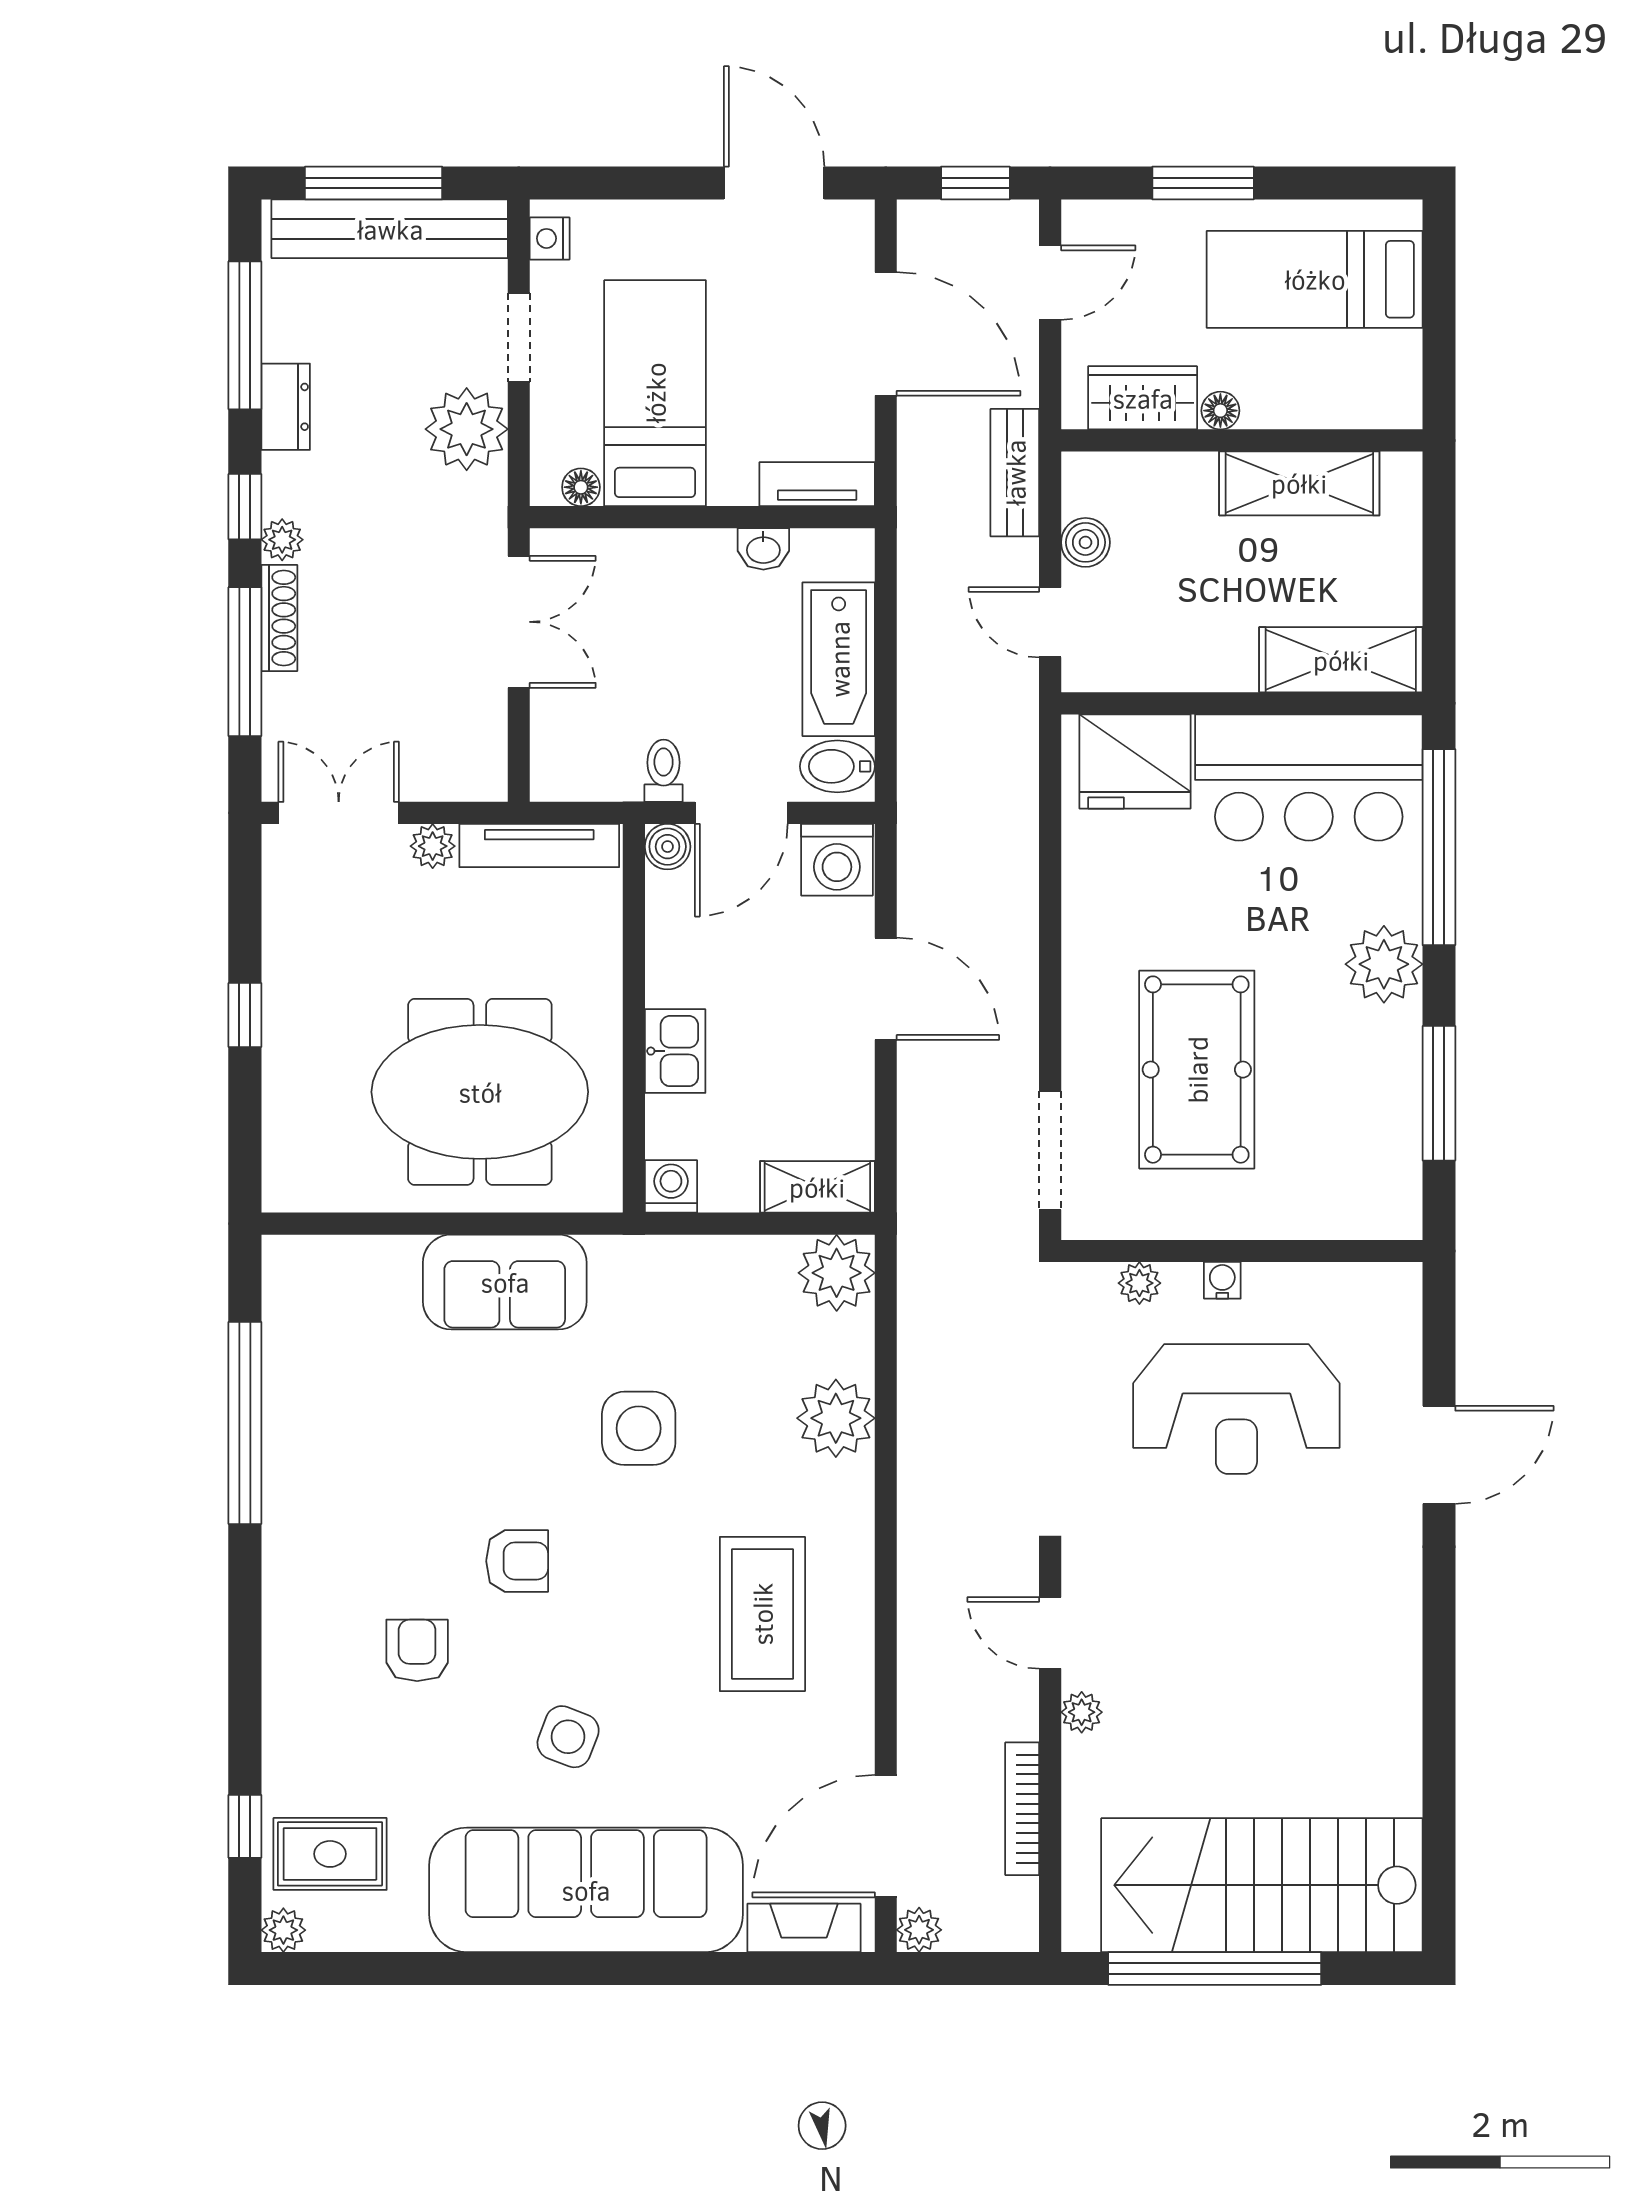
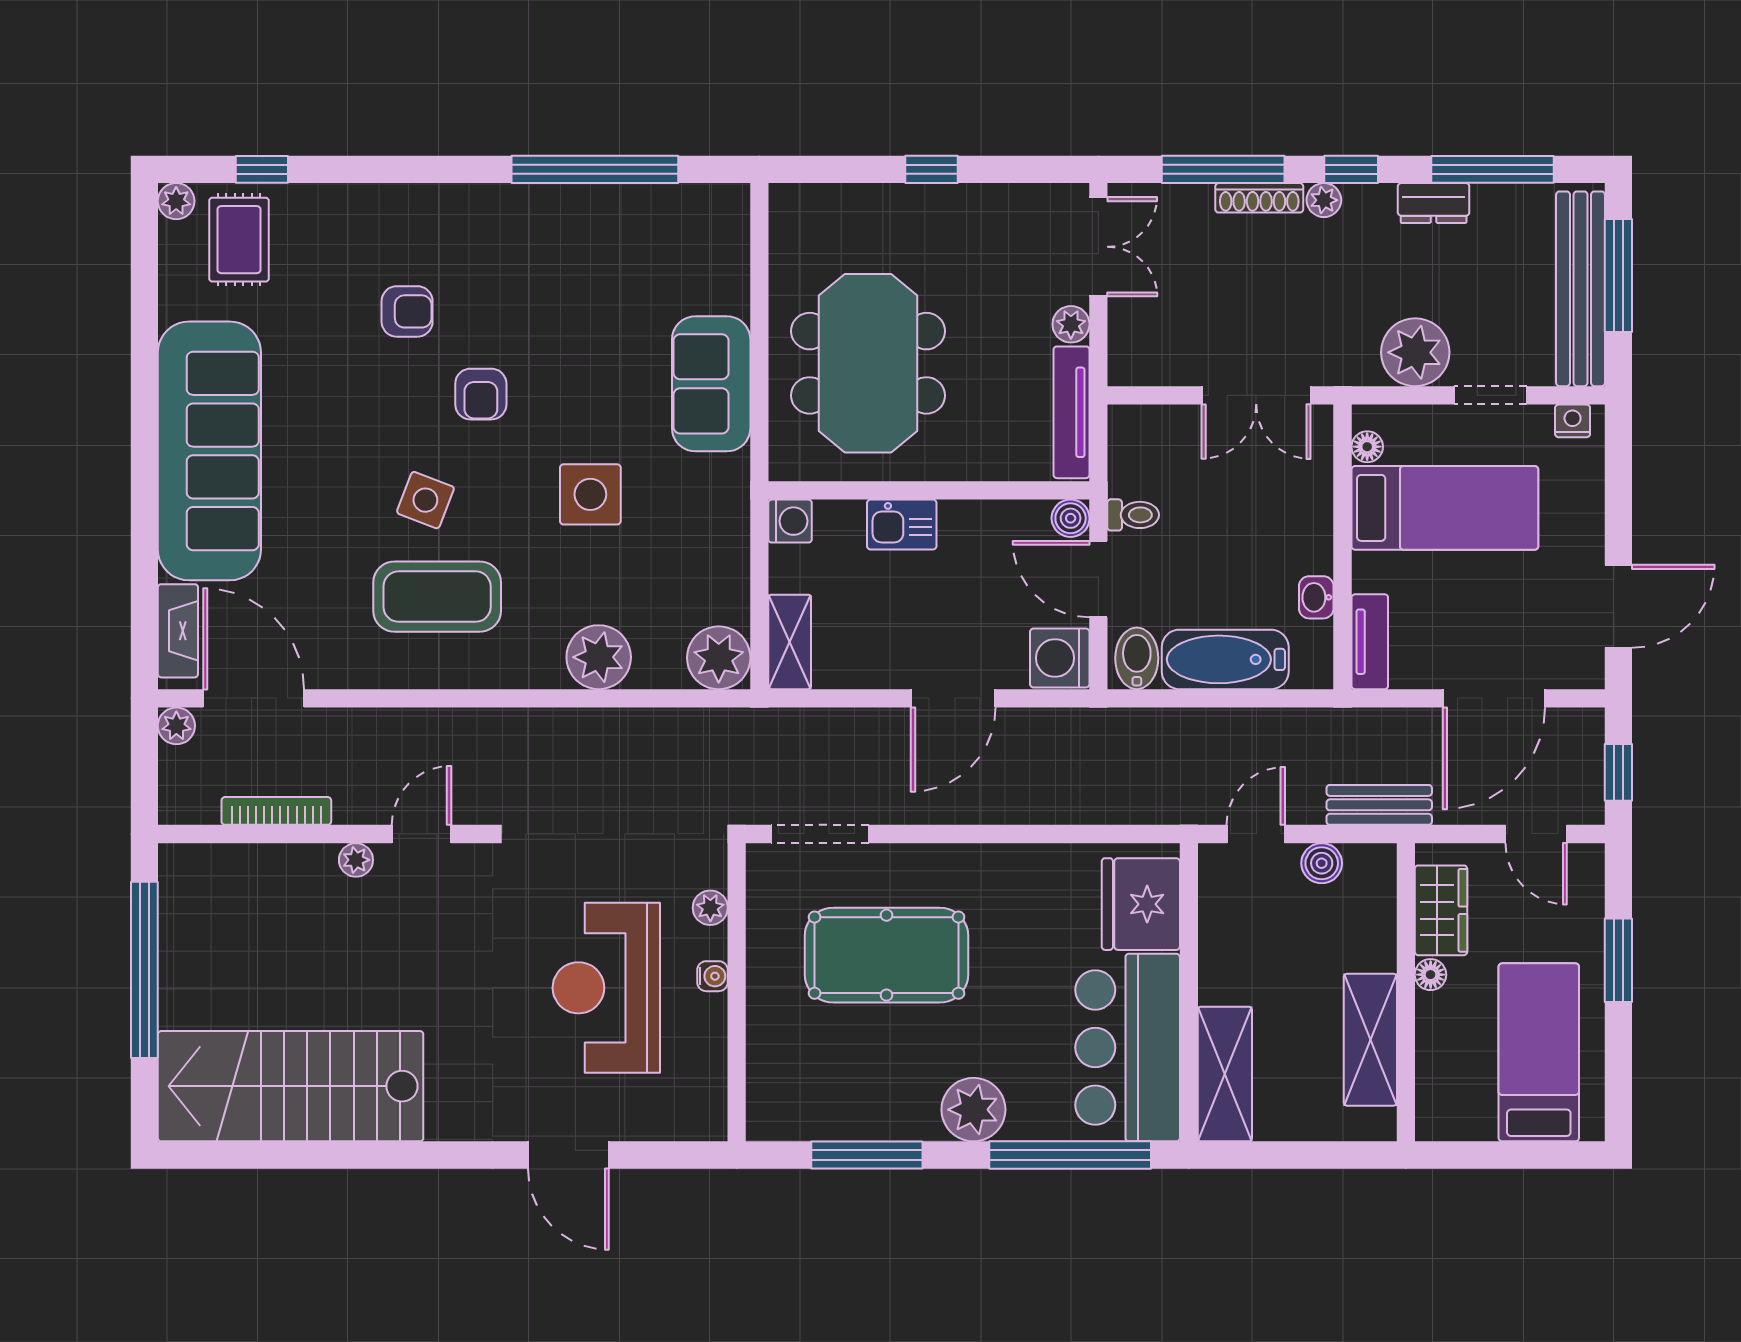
side table: (568, 1737) -> (425, 500), moved
stairs: (1262, 1885) -> (291, 1086), moved, turned -90

